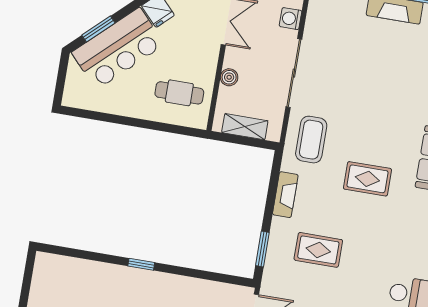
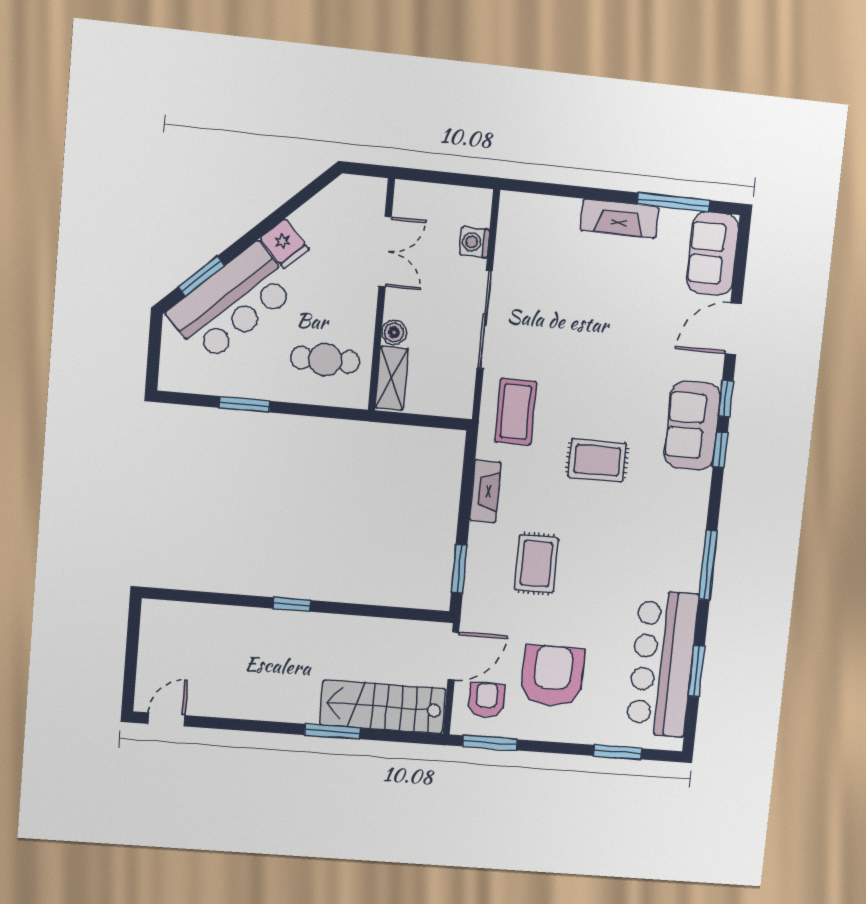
window: (121, 120) -> (245, 404), added
shelving: (245, 127) -> (392, 378), moved, turned 90
rug: (318, 250) -> (536, 564), turned 90

